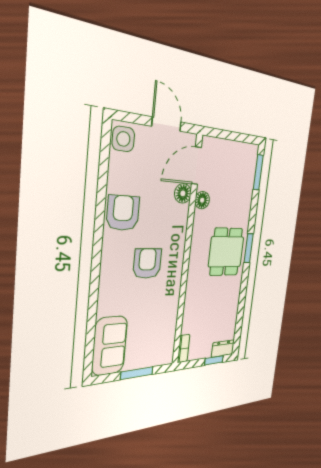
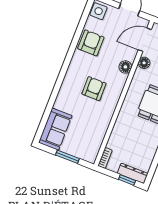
floor lamp: (183, 193) -> (125, 67), moved
armchair: (123, 213) -> (91, 43), moved
dresser: (223, 349) -> (133, 173), width x1.44

